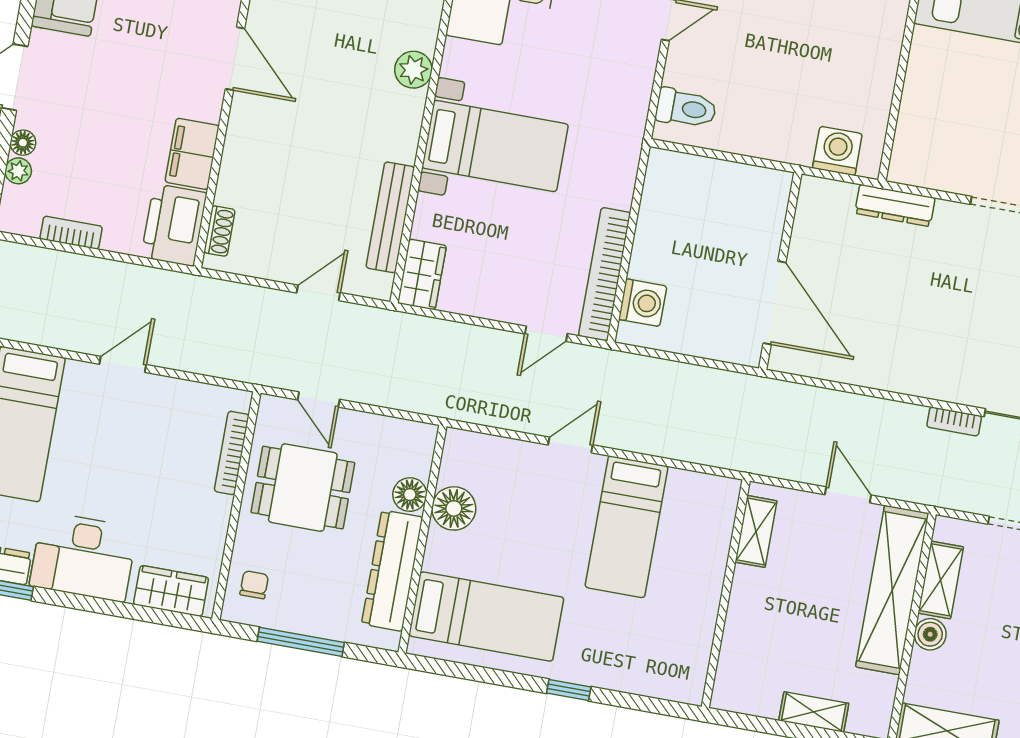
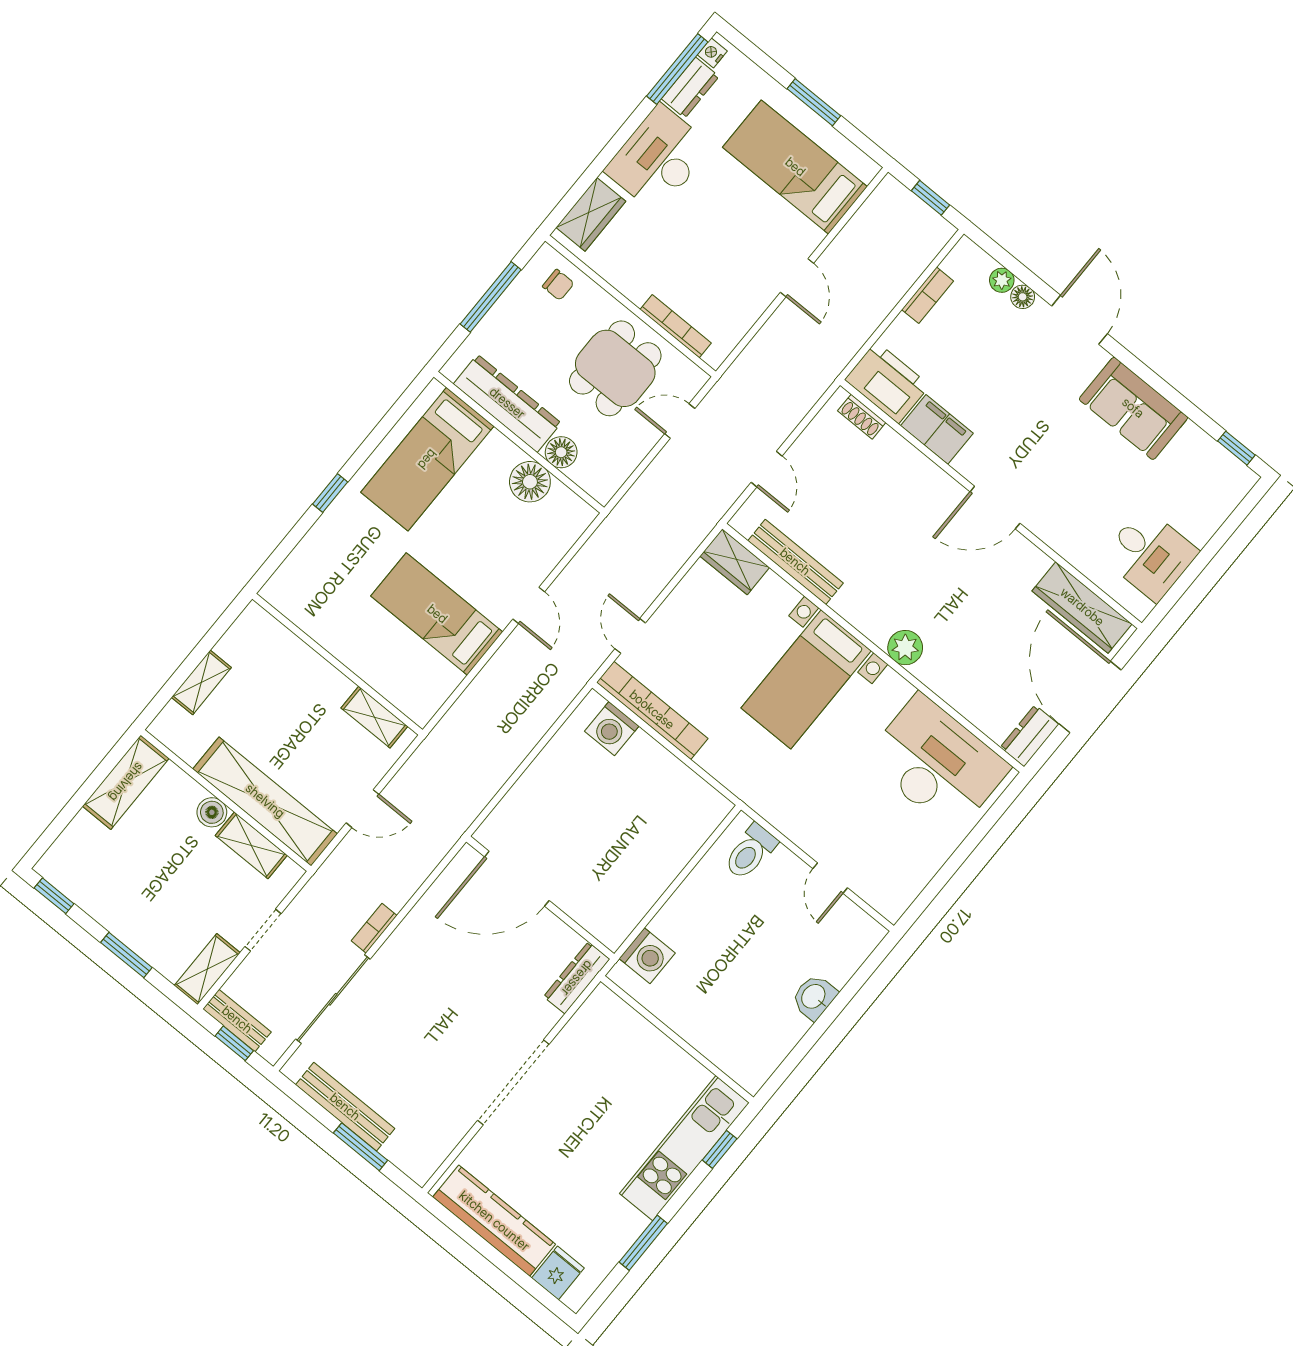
wall: (780, 271) -> (540, 898), moved
door: (775, 303) -> (517, 879), moved

